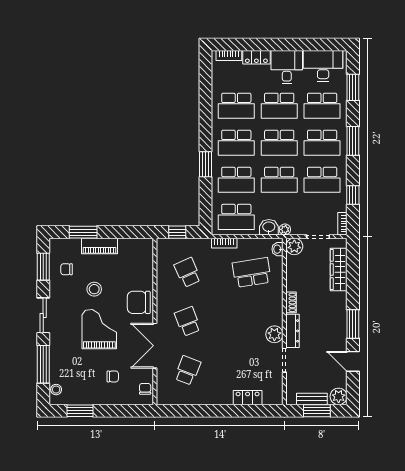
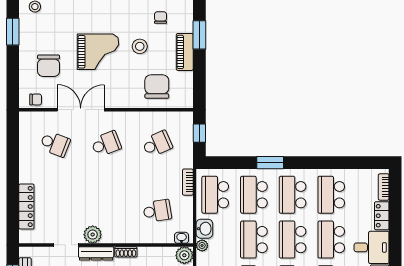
school desk: (252, 272) -> (157, 211), width x0.54
chair: (139, 302) -> (157, 87), moved
chair: (113, 376) -> (49, 66), width x1.87, depth x1.87
locker: (248, 398) -> (26, 207), width x1.53

